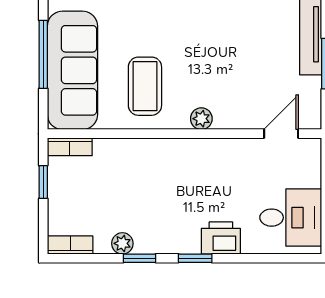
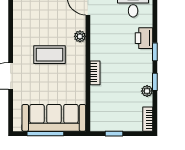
coffee table: (145, 86) -> (49, 55), moved
plant: (201, 119) -> (80, 36), moved
bookcase: (70, 147) -> (95, 73), moved

